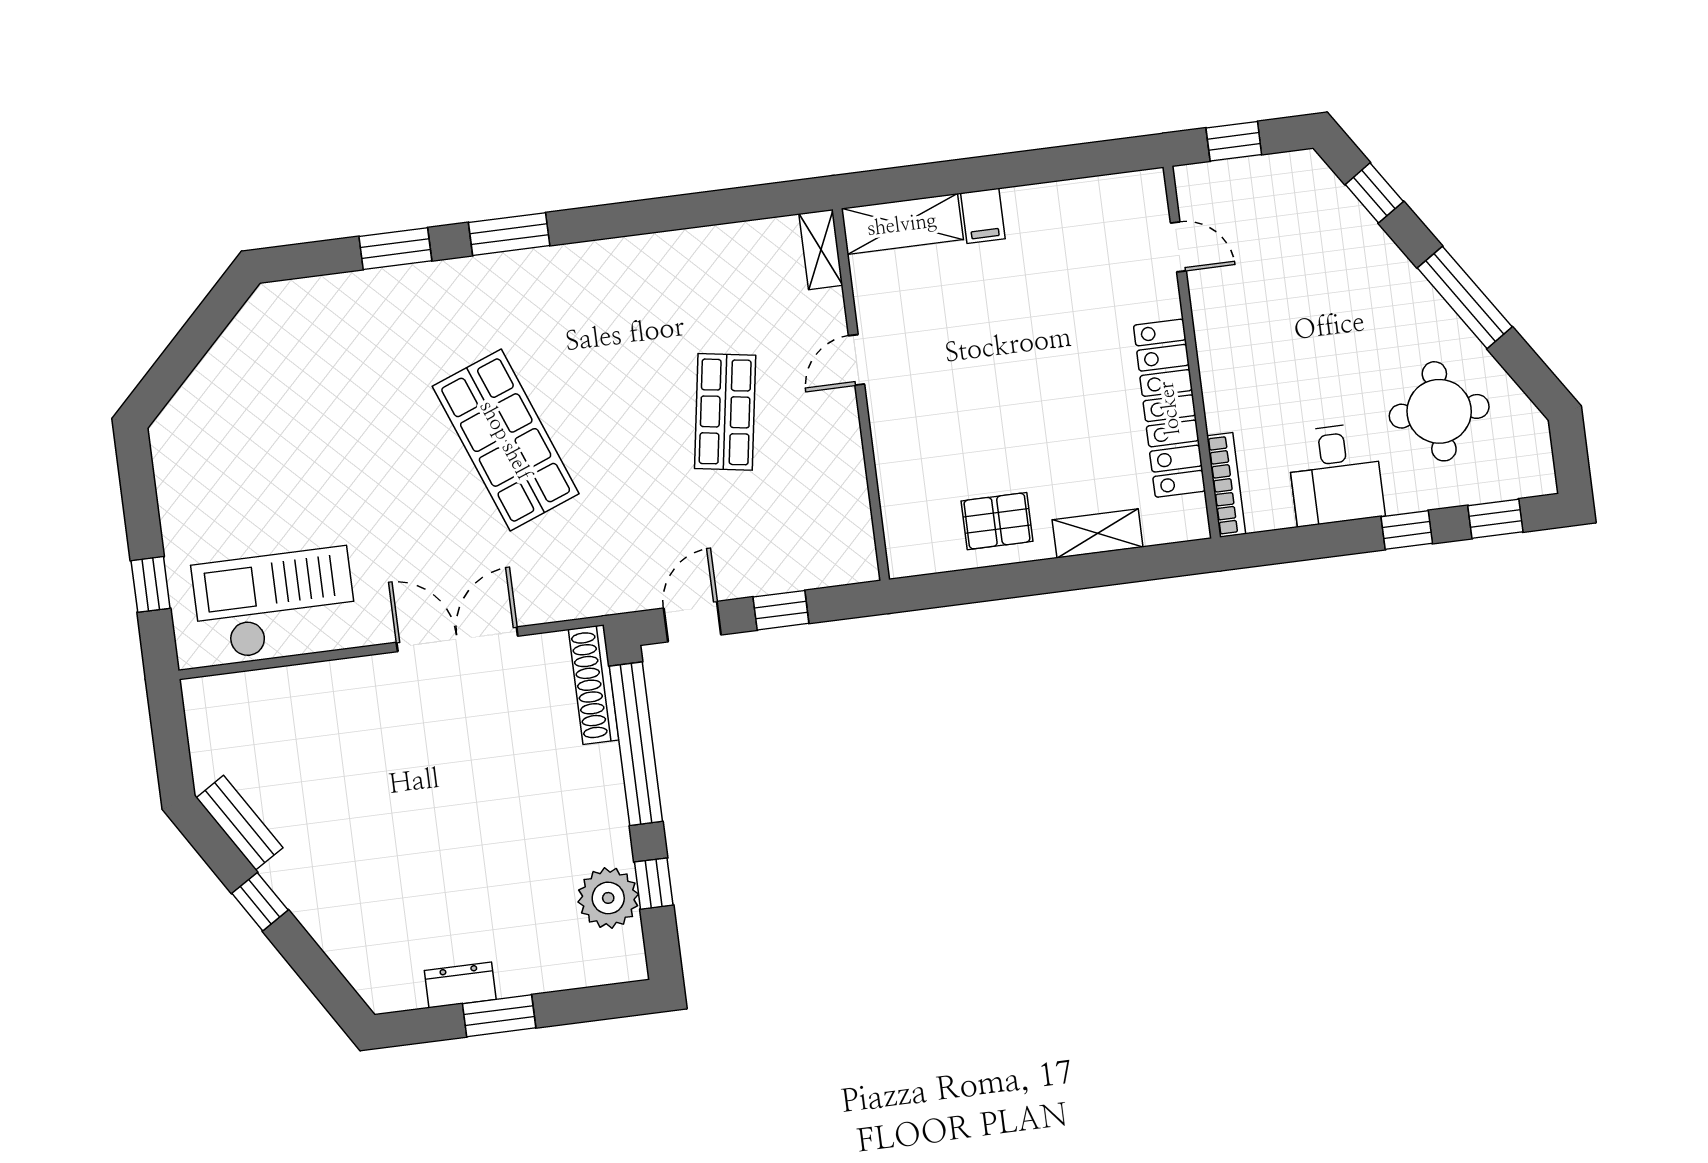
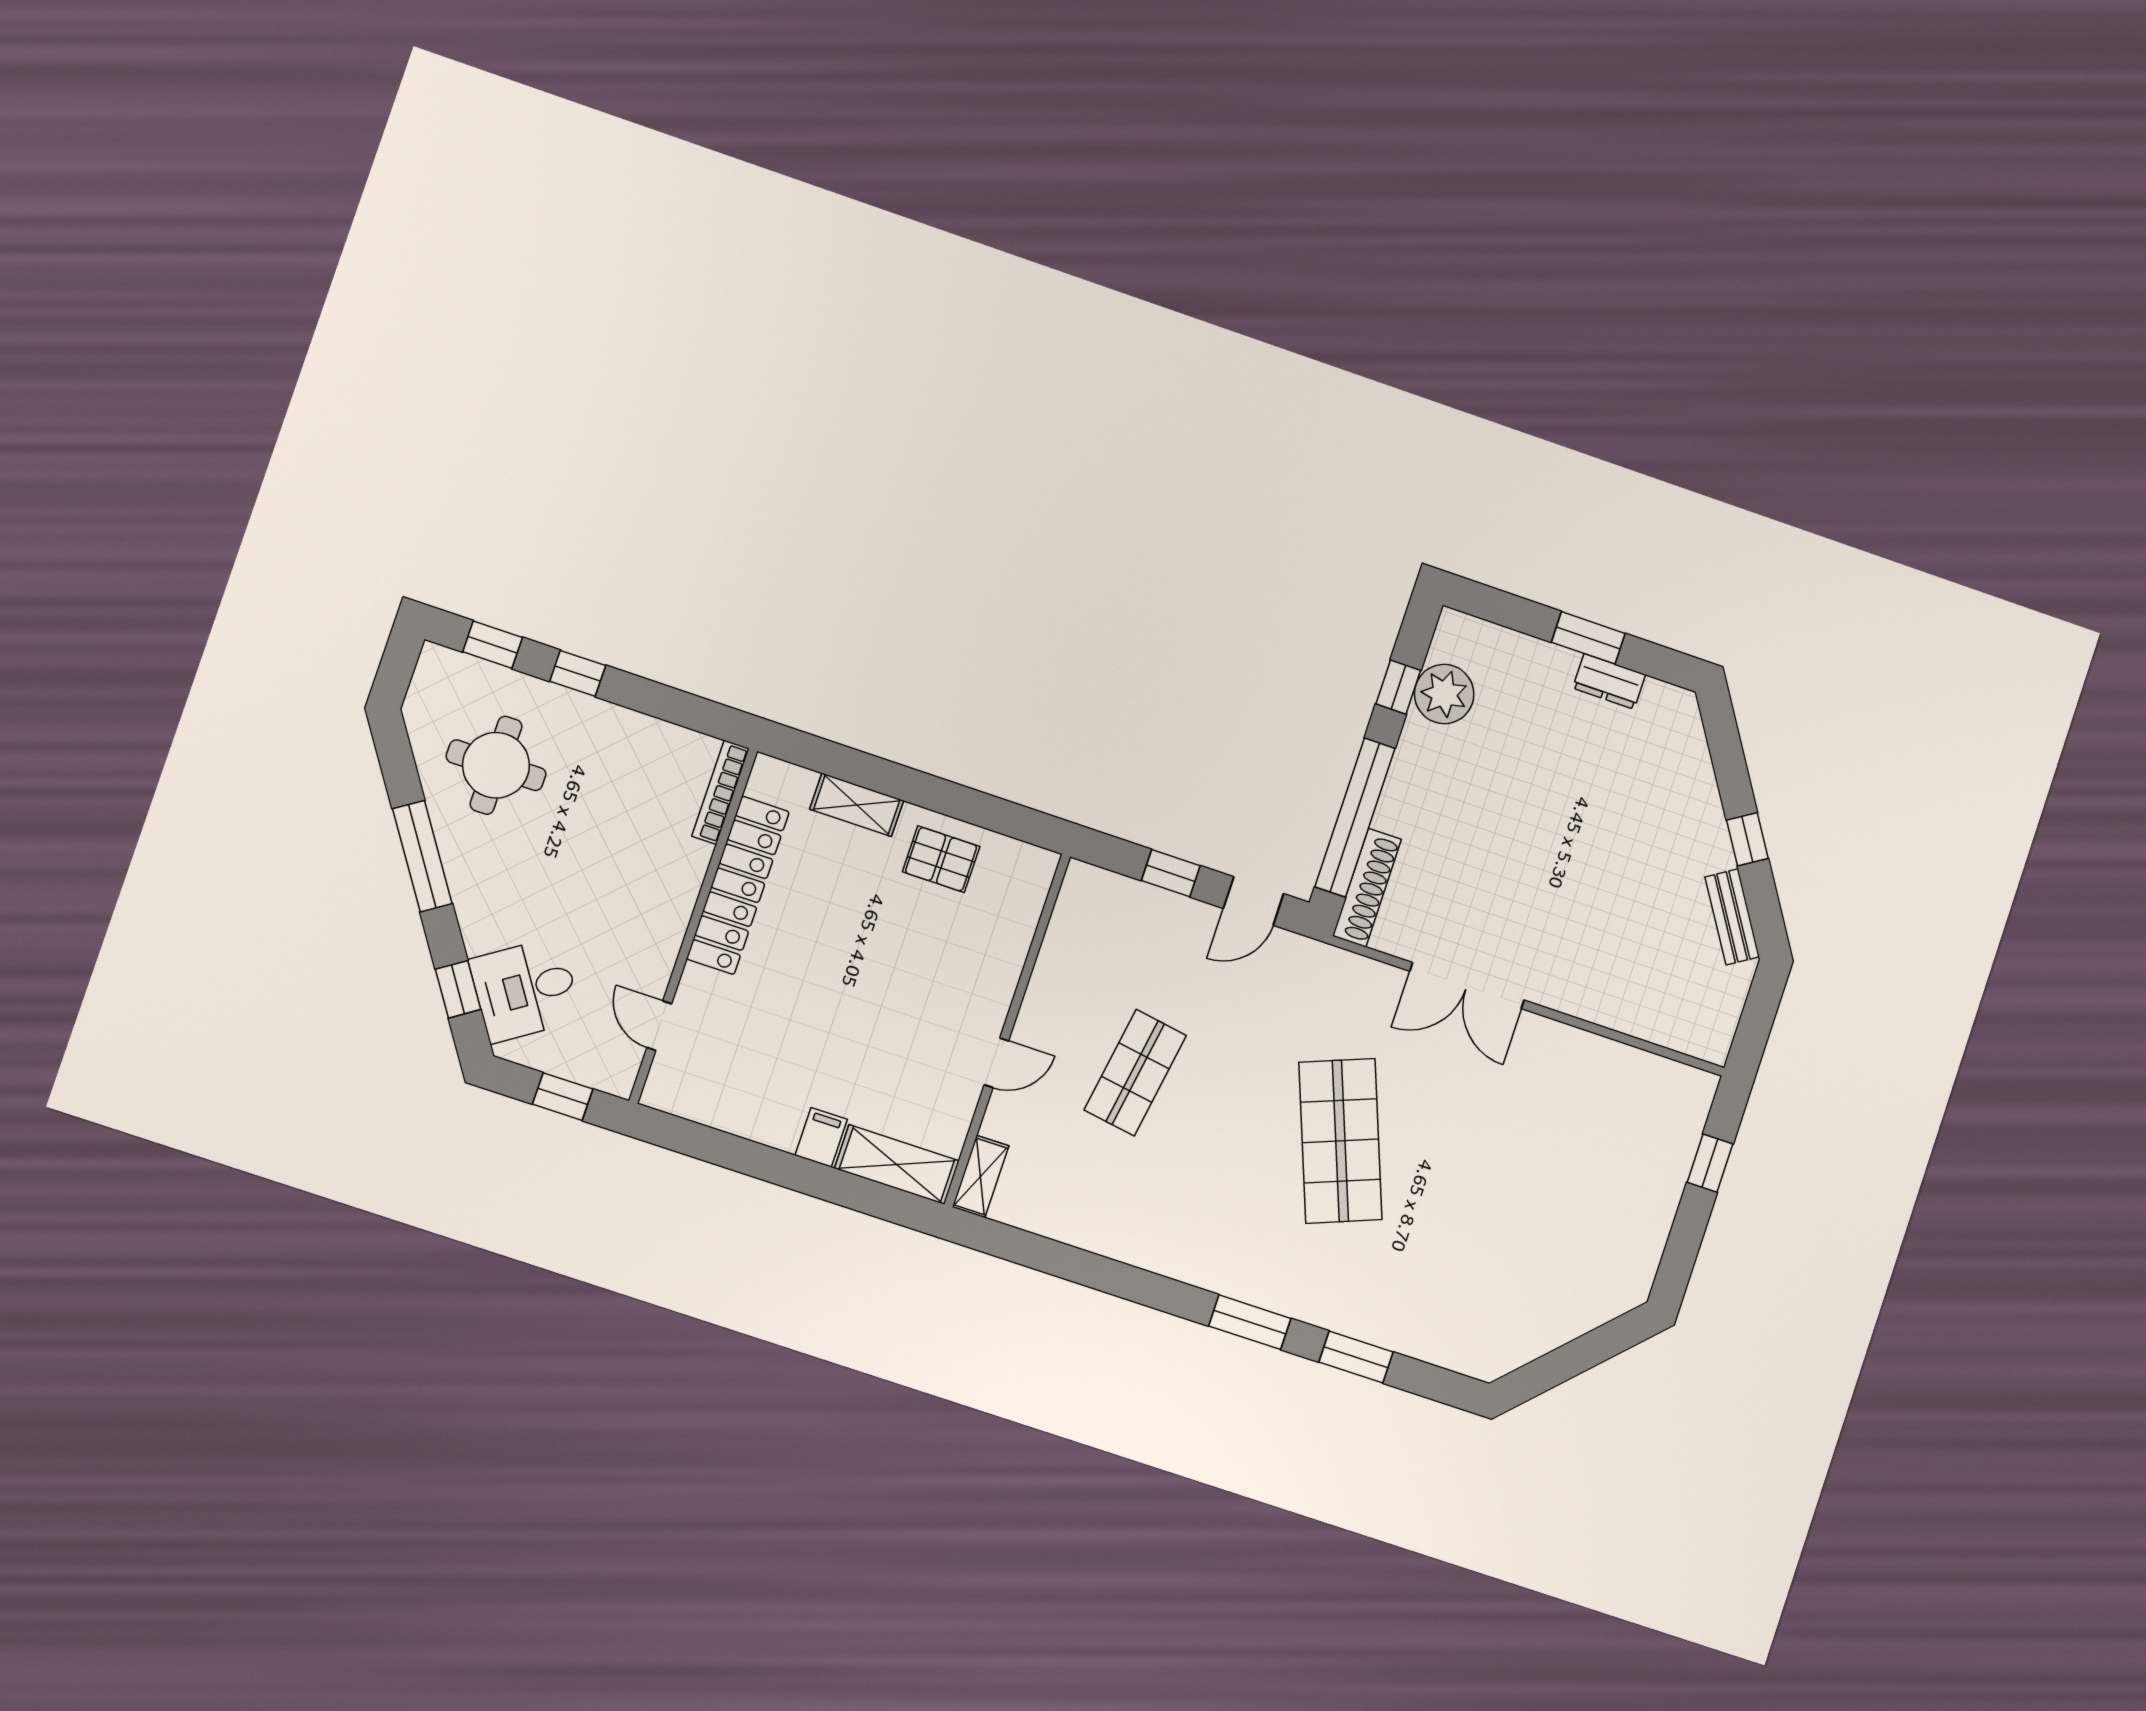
desk: (1335, 474) -> (525, 990), moved, turned -124
checkout: (275, 604) -> (1611, 1094), removed

